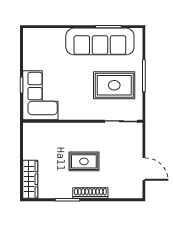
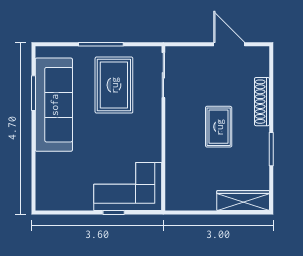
door: (144, 169) -> (229, 44), hinge flipped
shoe rack: (90, 193) -> (262, 102), moved

